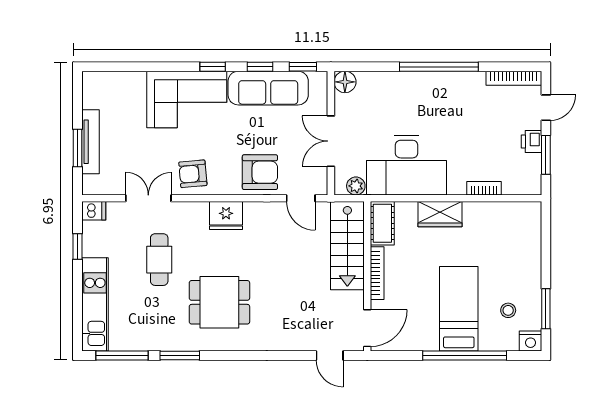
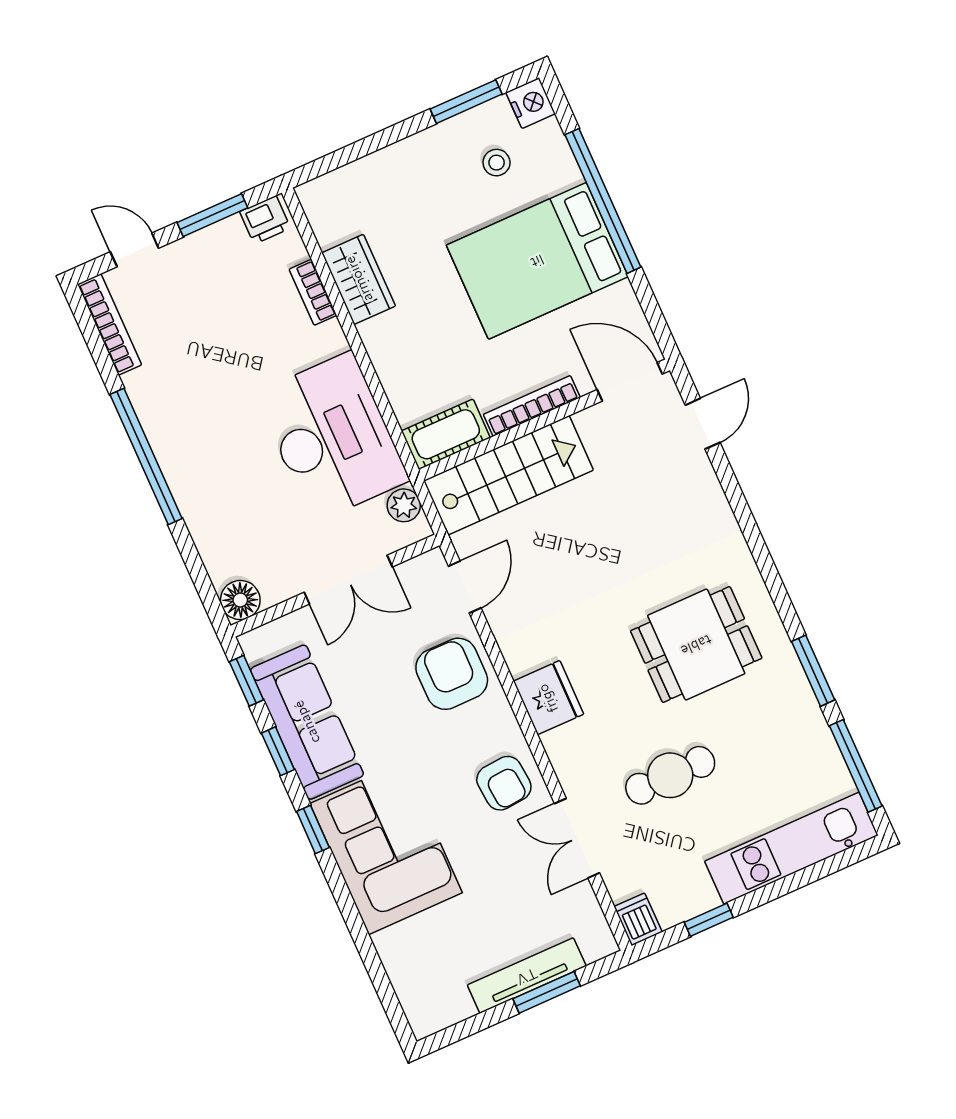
printer: (531, 141) -> (265, 220), moved
wardrobe: (440, 214) -> (359, 279), moved
dining table: (219, 302) -> (696, 645), turned 90
bed: (459, 309) -> (537, 261), width x1.50

